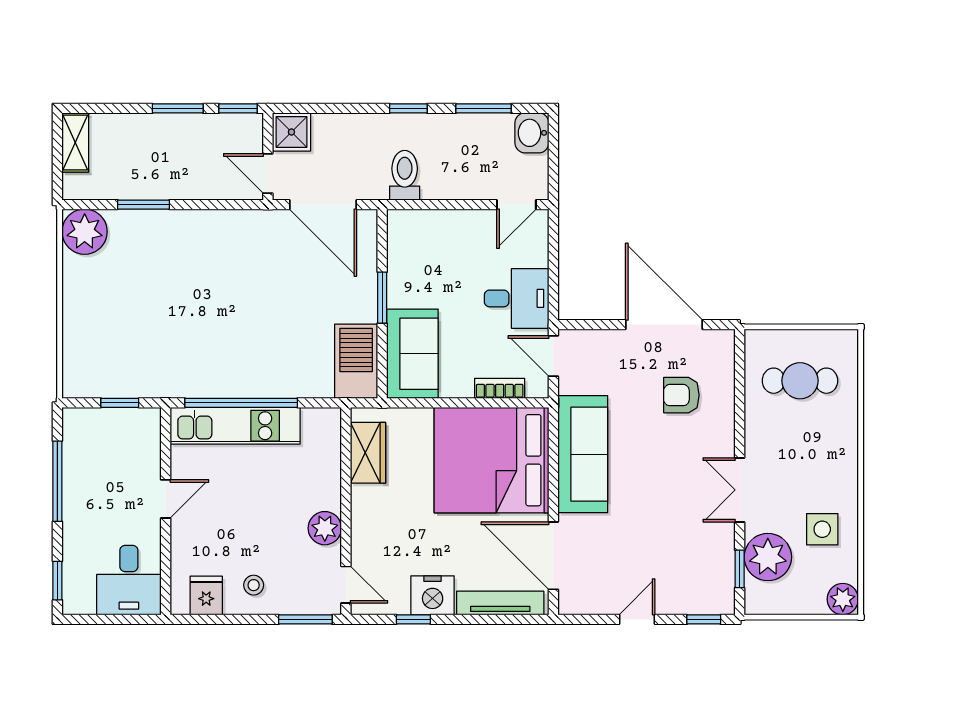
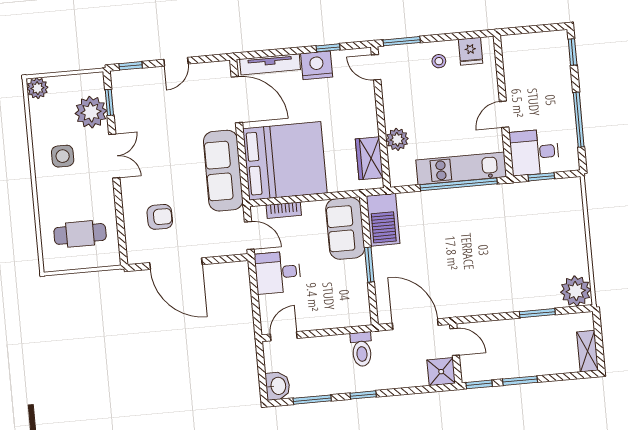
plant: (325, 528) -> (397, 139), moved
side table: (822, 529) -> (63, 156), moved
desk: (129, 580) -> (534, 152), moved, turned -90

